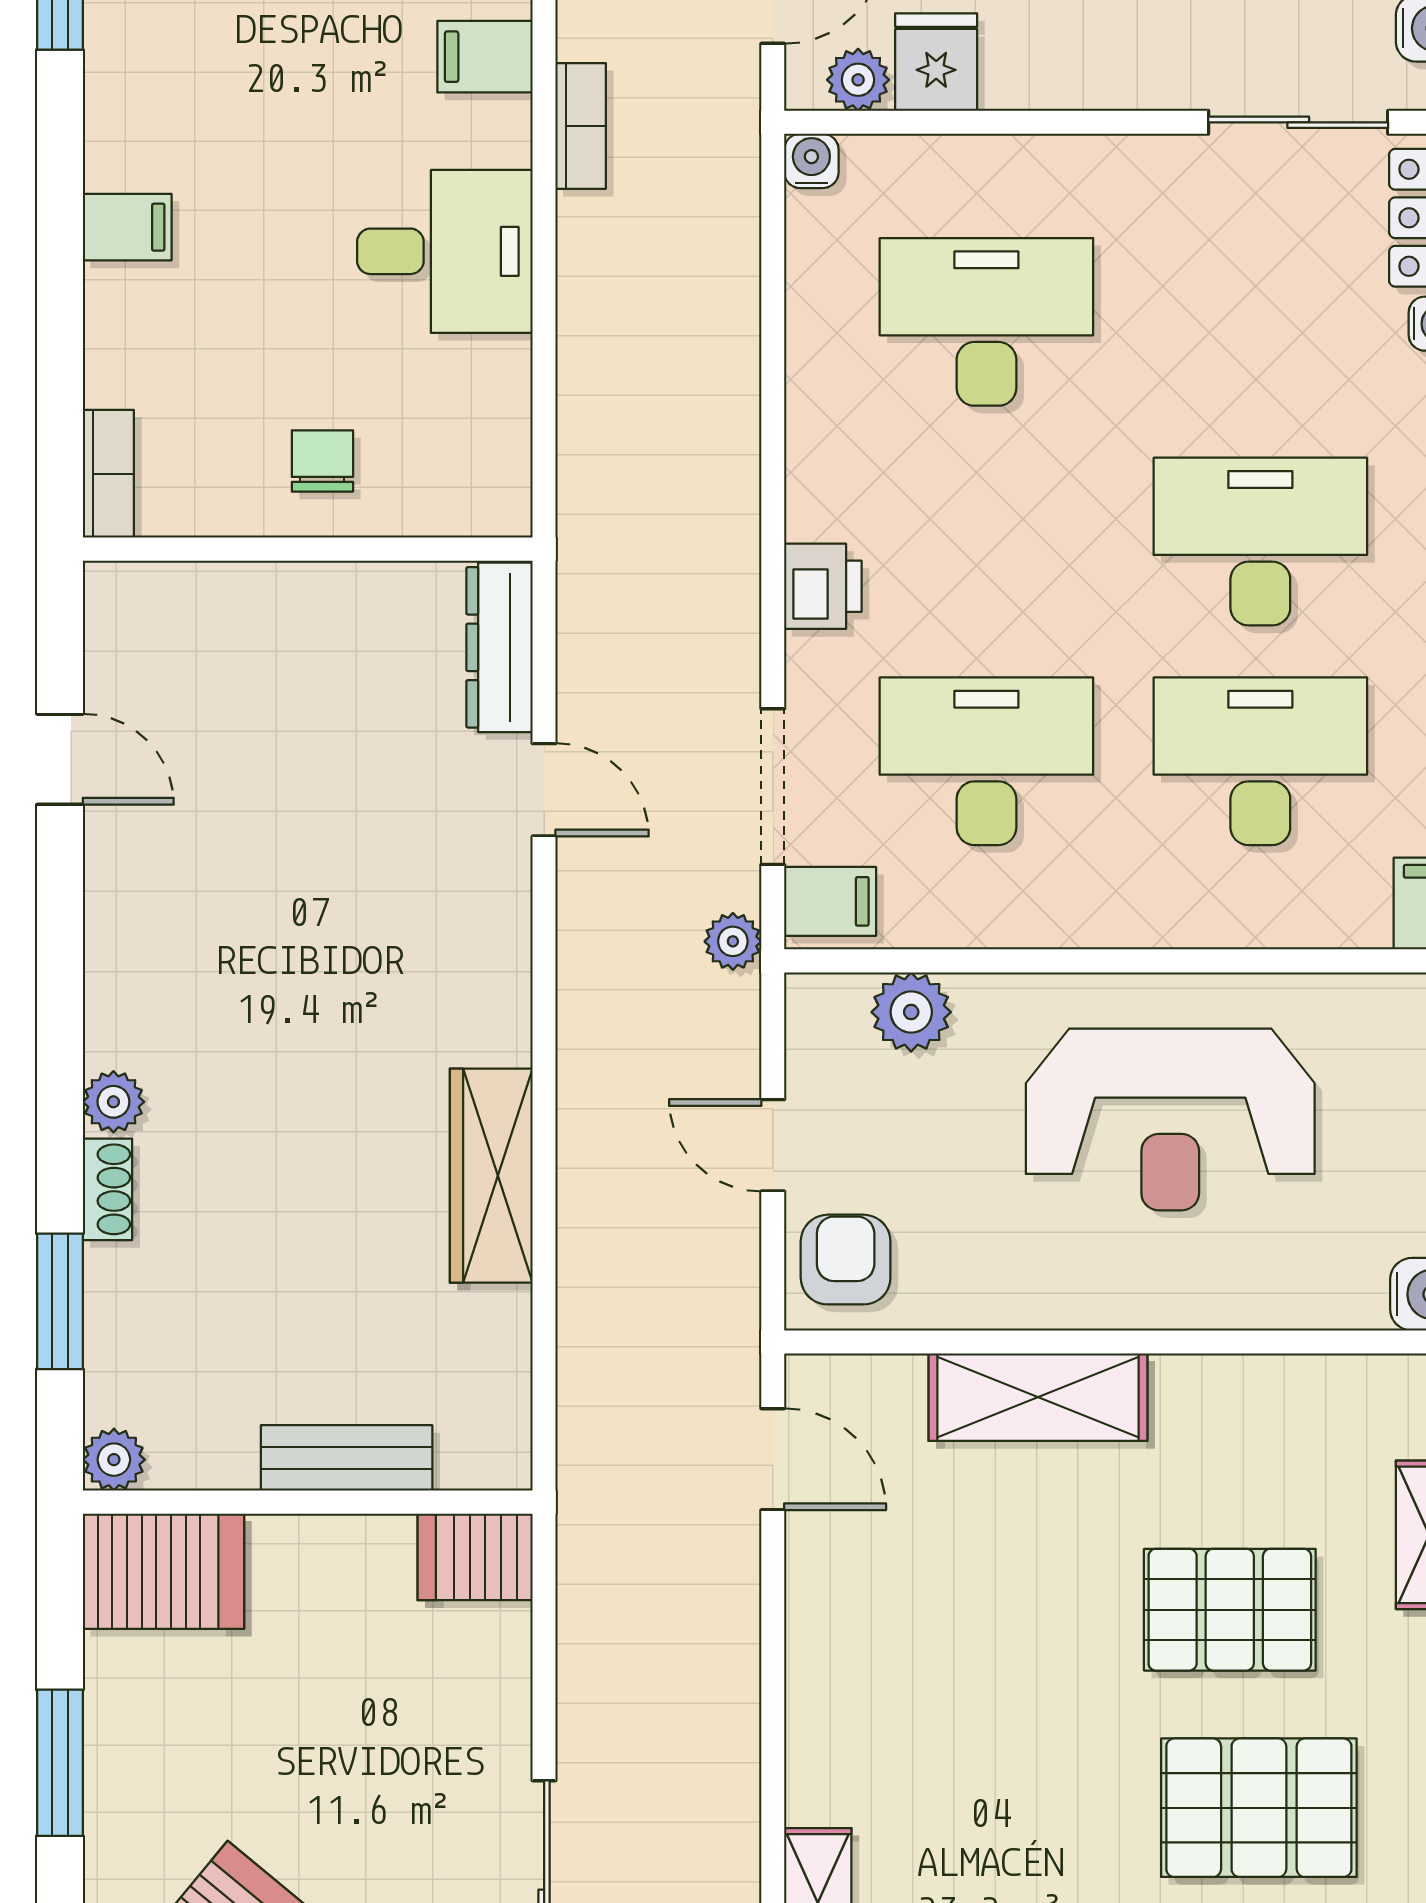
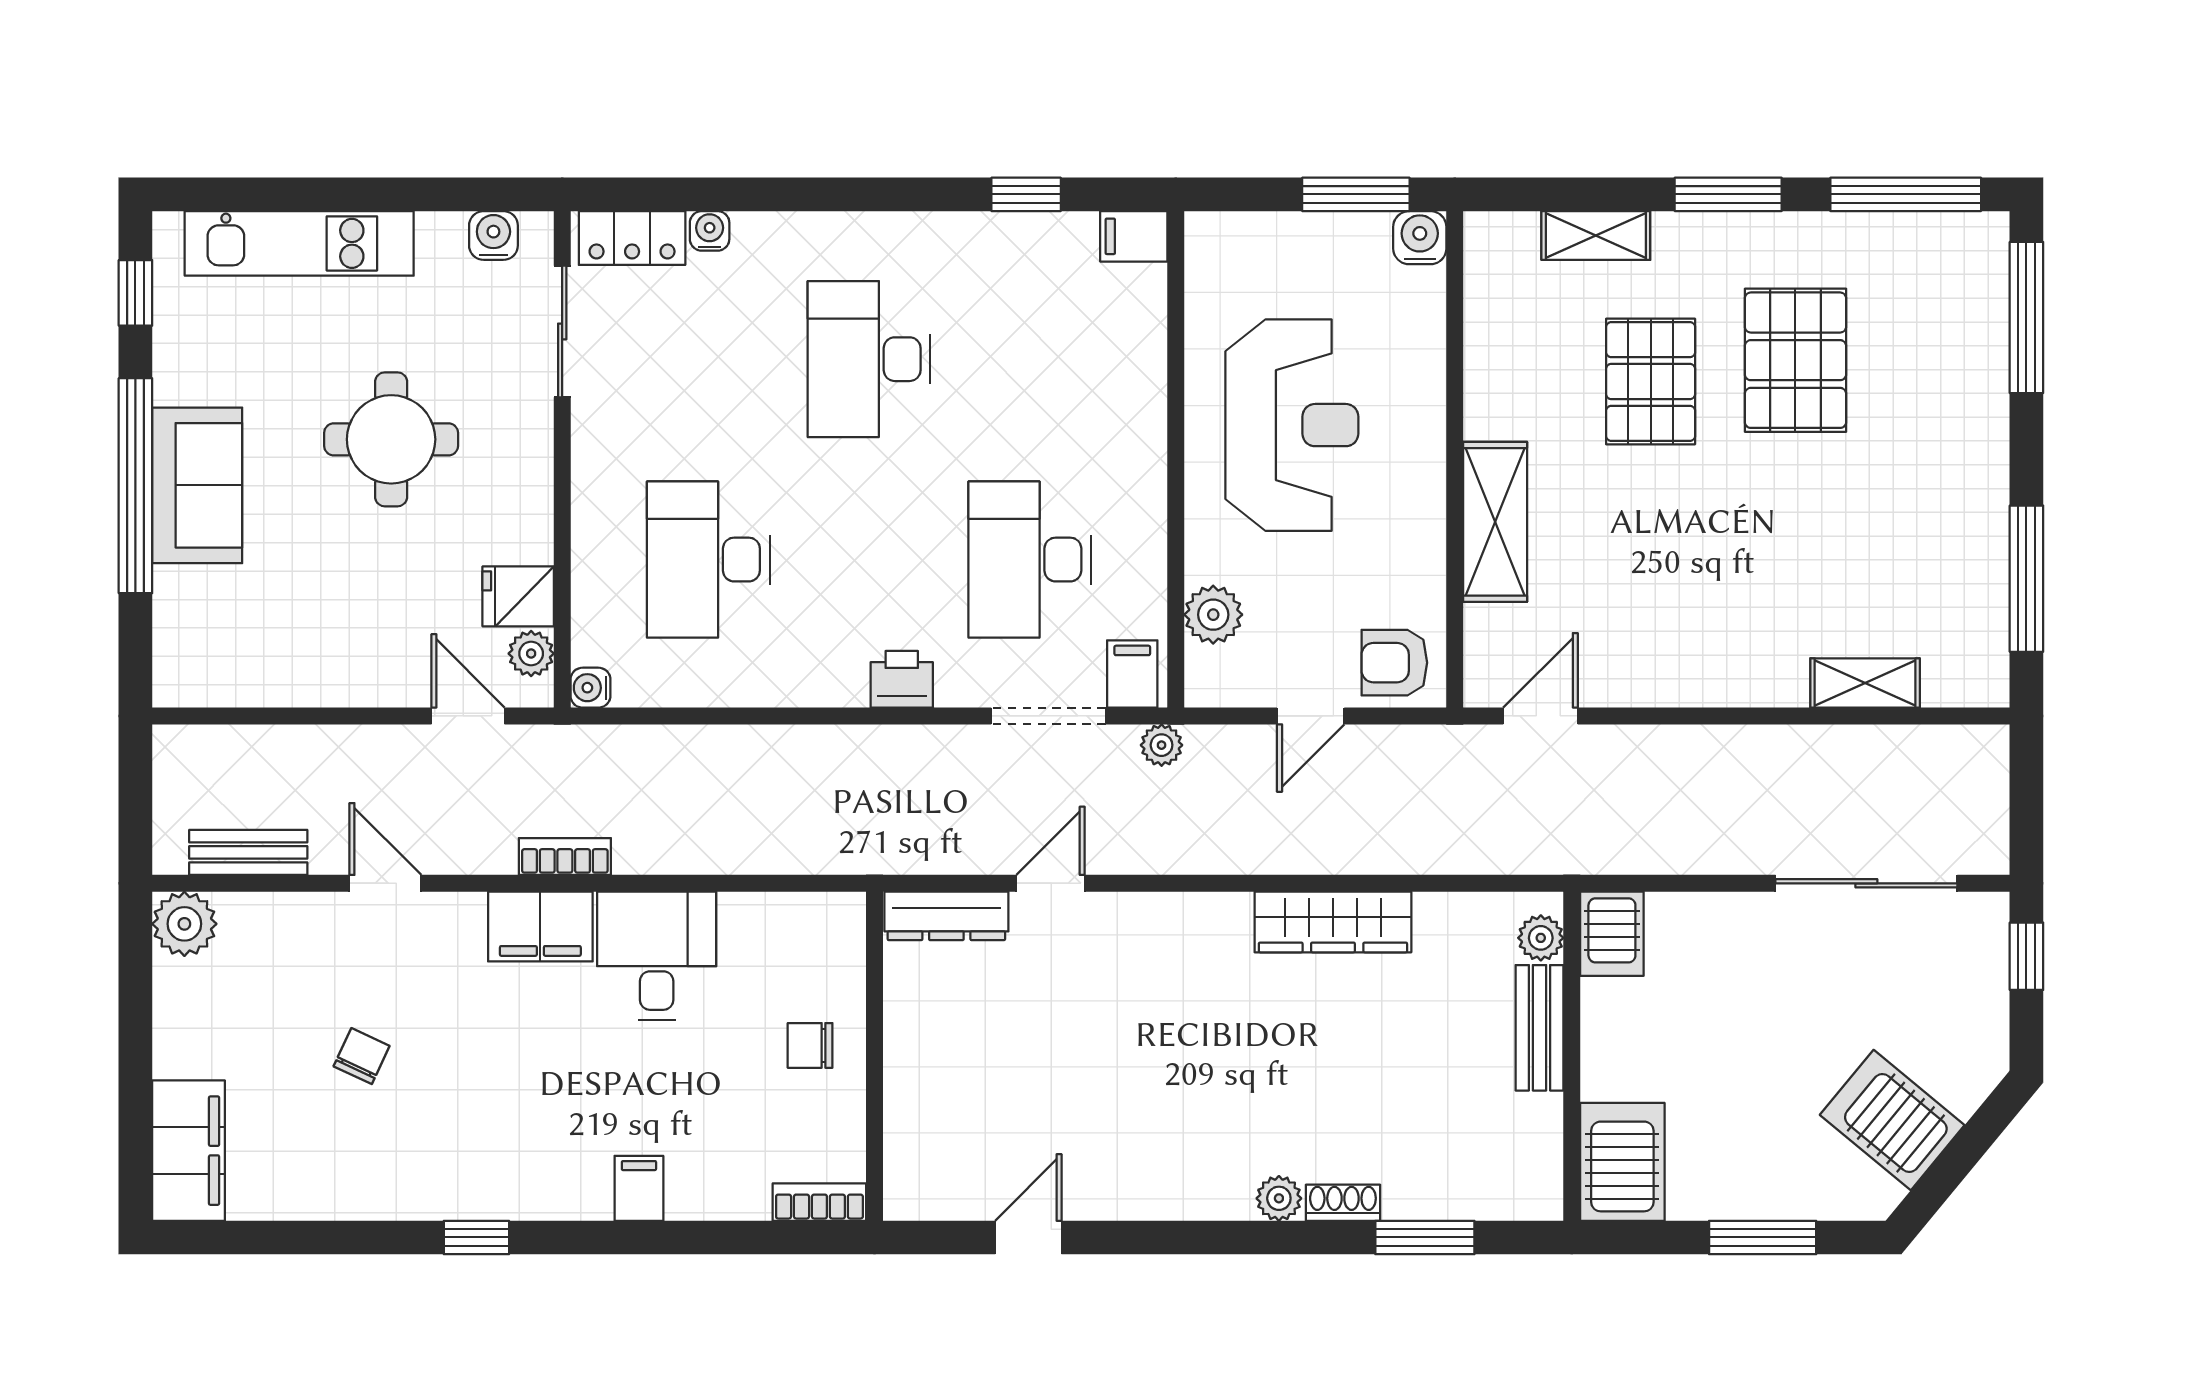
filing cabinet: (485, 57) -> (540, 927), width x2.00
desk: (1260, 761) -> (1030, 359), removed
plant: (114, 1460) -> (1541, 938), moved

